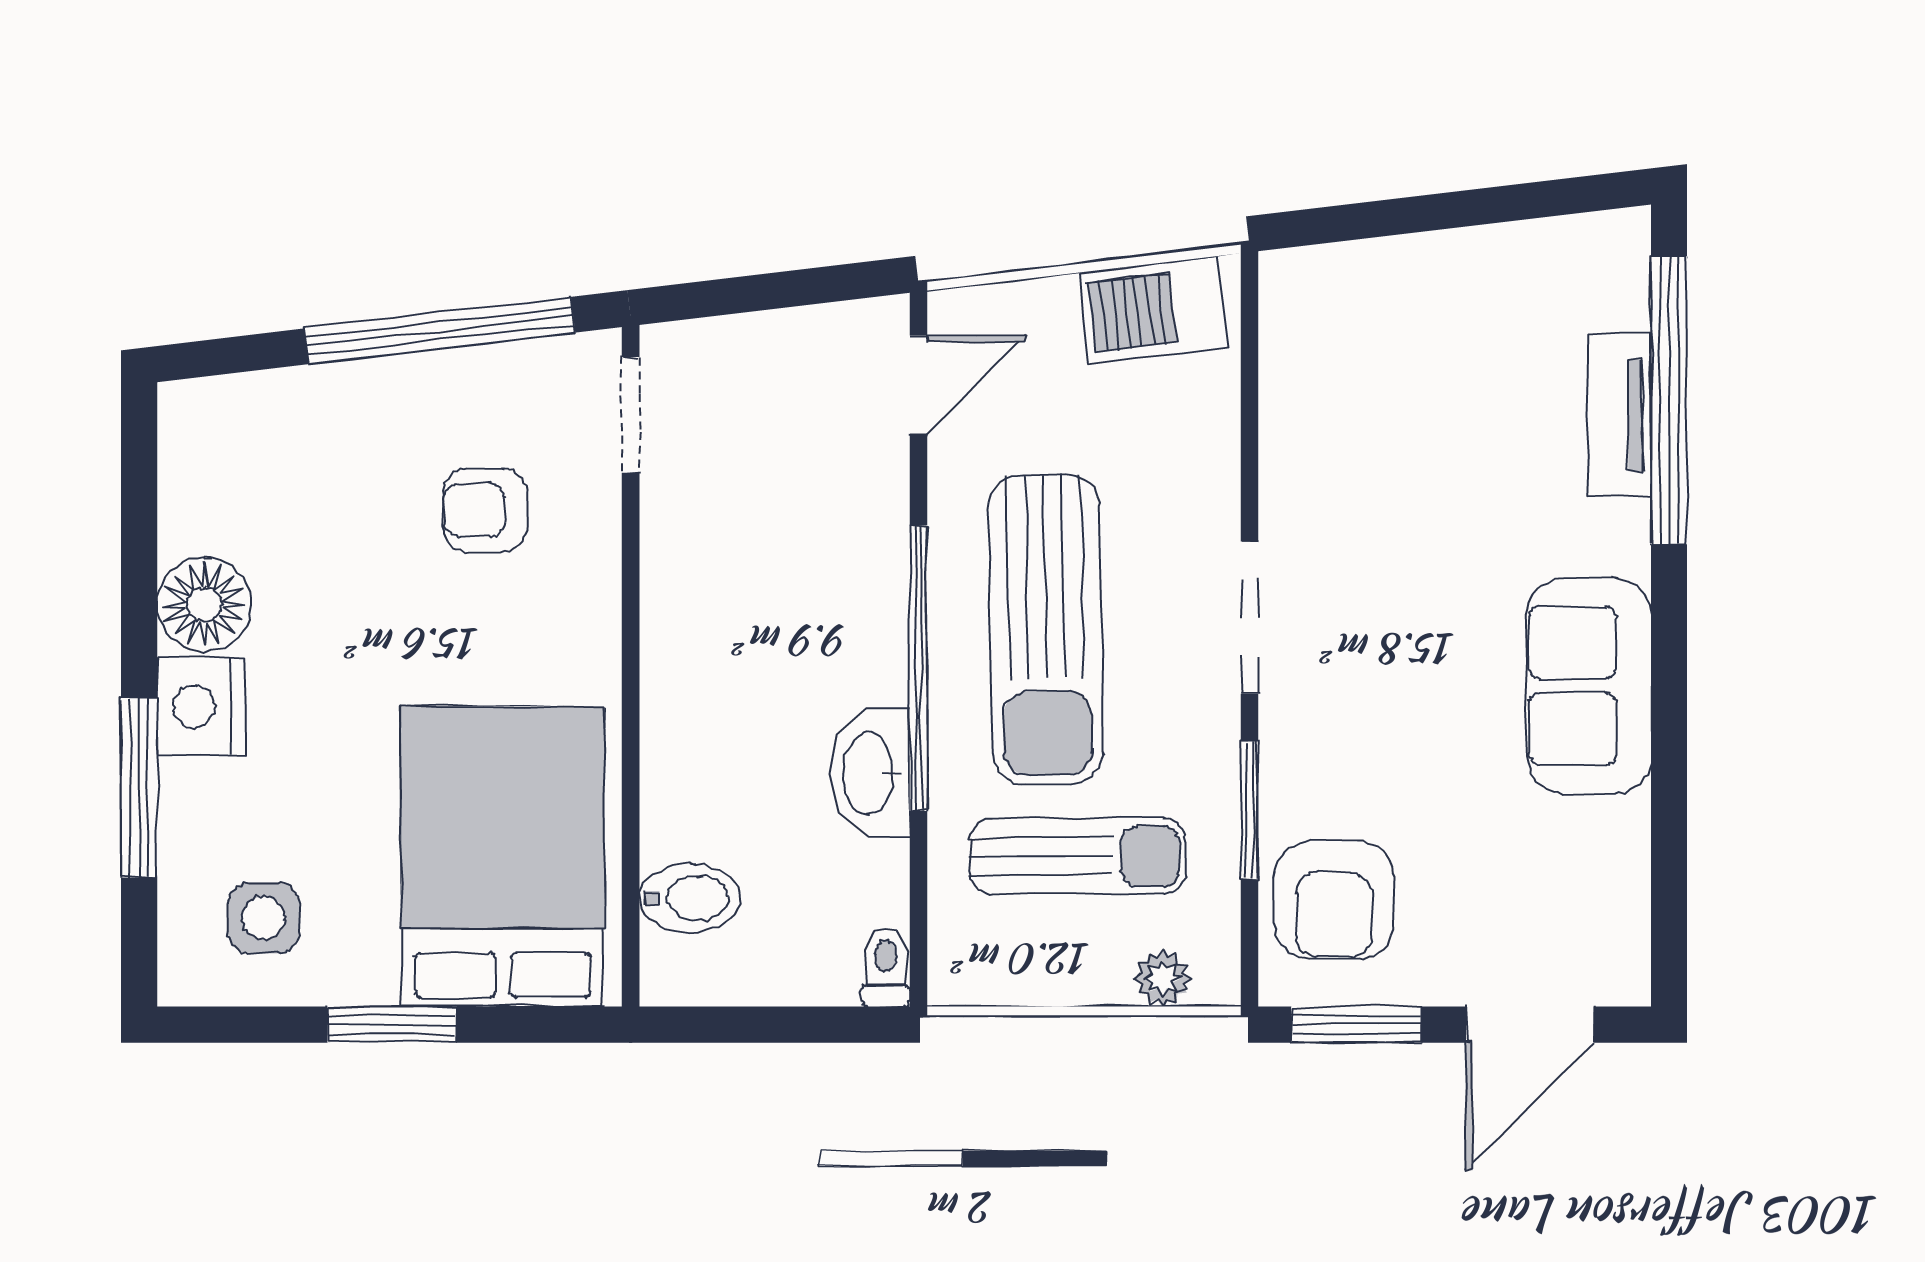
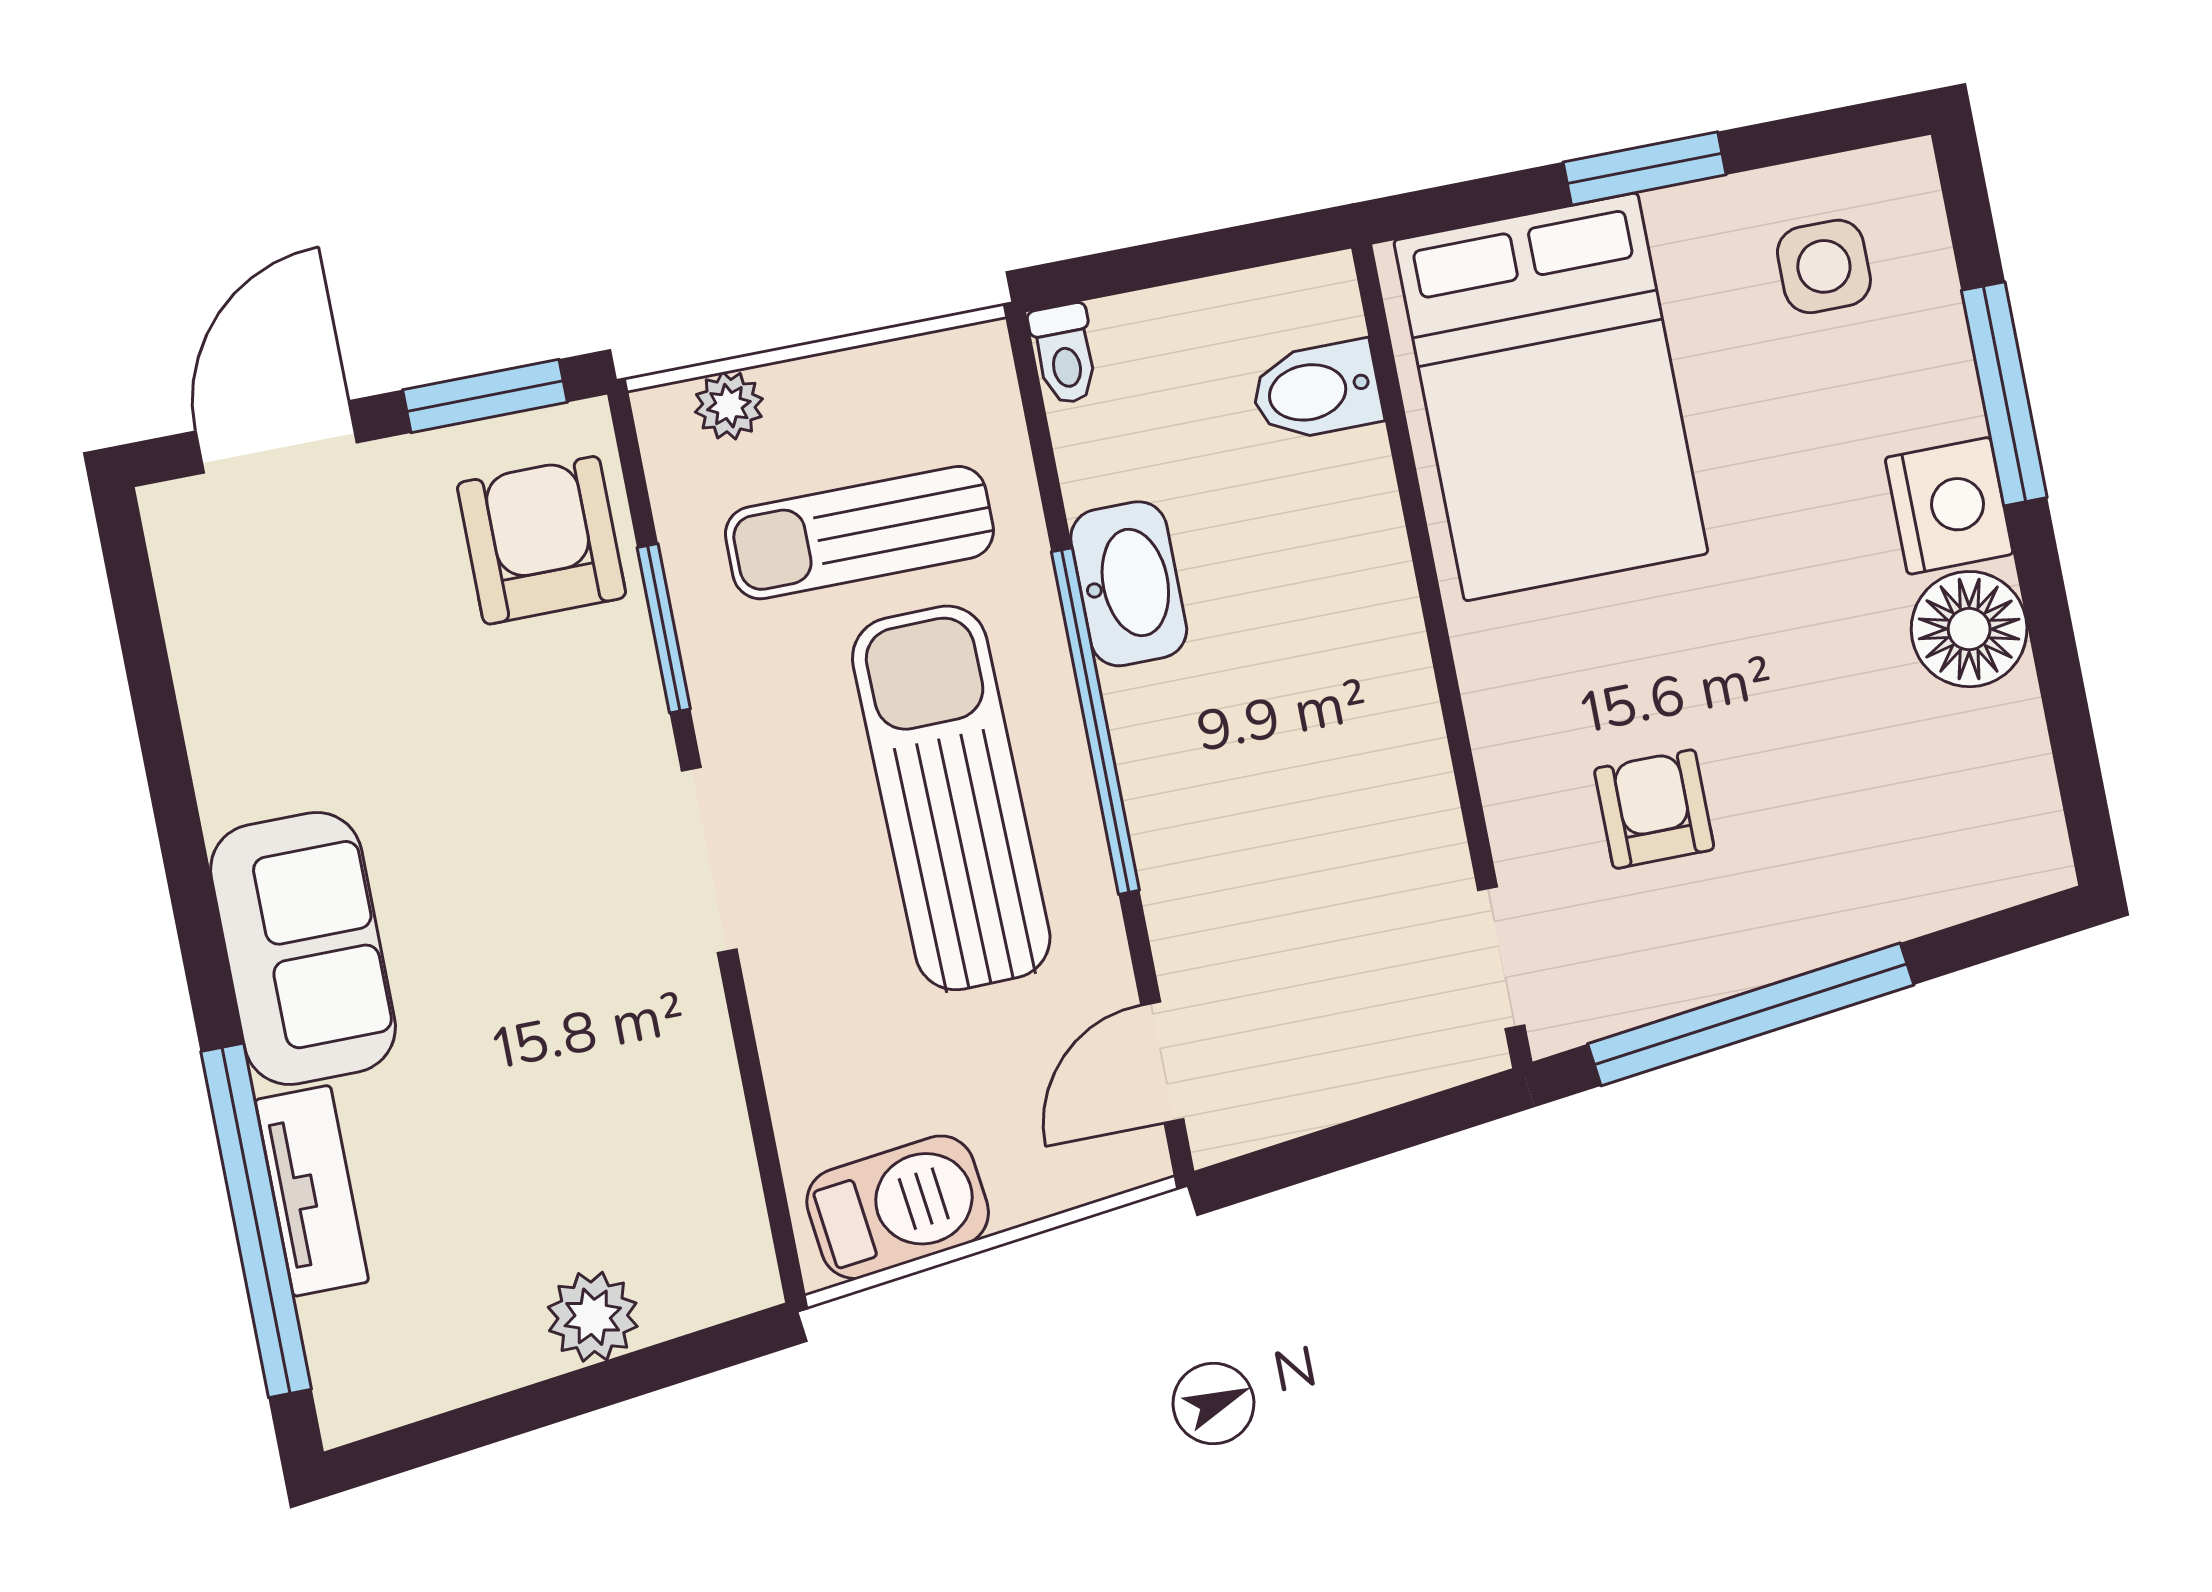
plant: (1415, 270) -> (593, 1317), added
armchair: (485, 510) -> (1654, 809), turned -90
sofa: (1589, 686) -> (303, 948), moved

